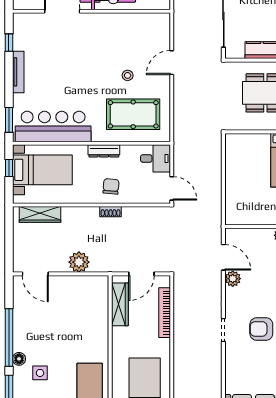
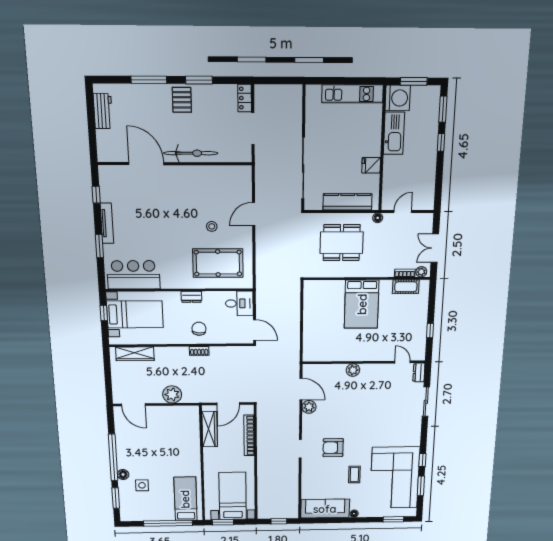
window: (9, 120) -> (99, 246), moved
bar counter: (53, 127) -> (134, 275), width x0.73
dresser: (104, 151) -> (191, 297), width x0.70

